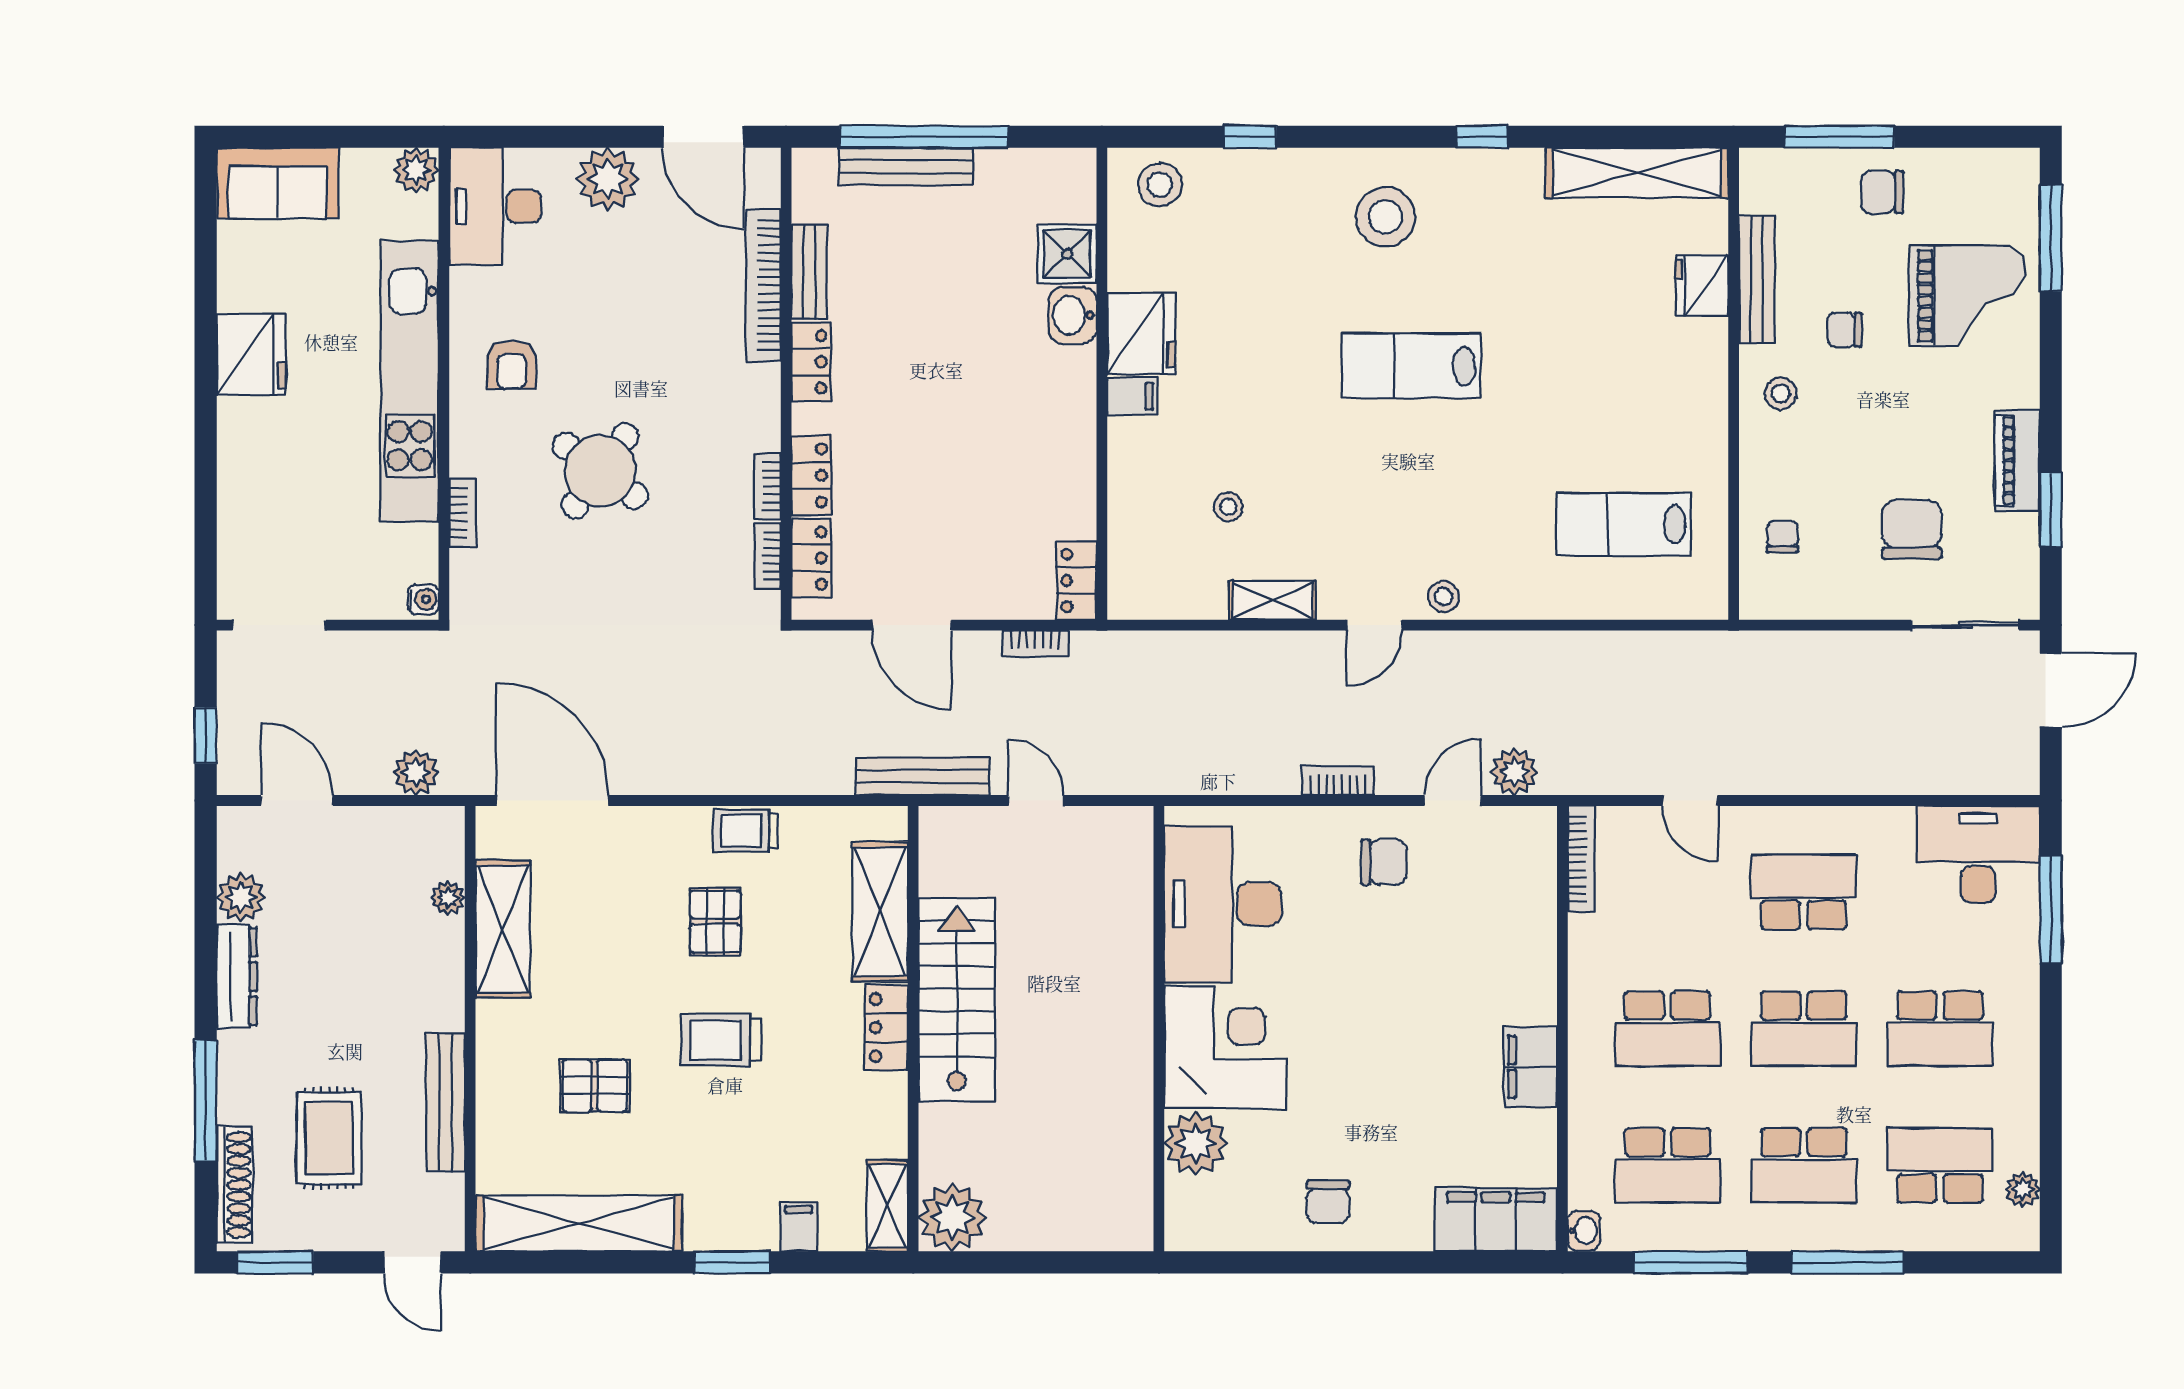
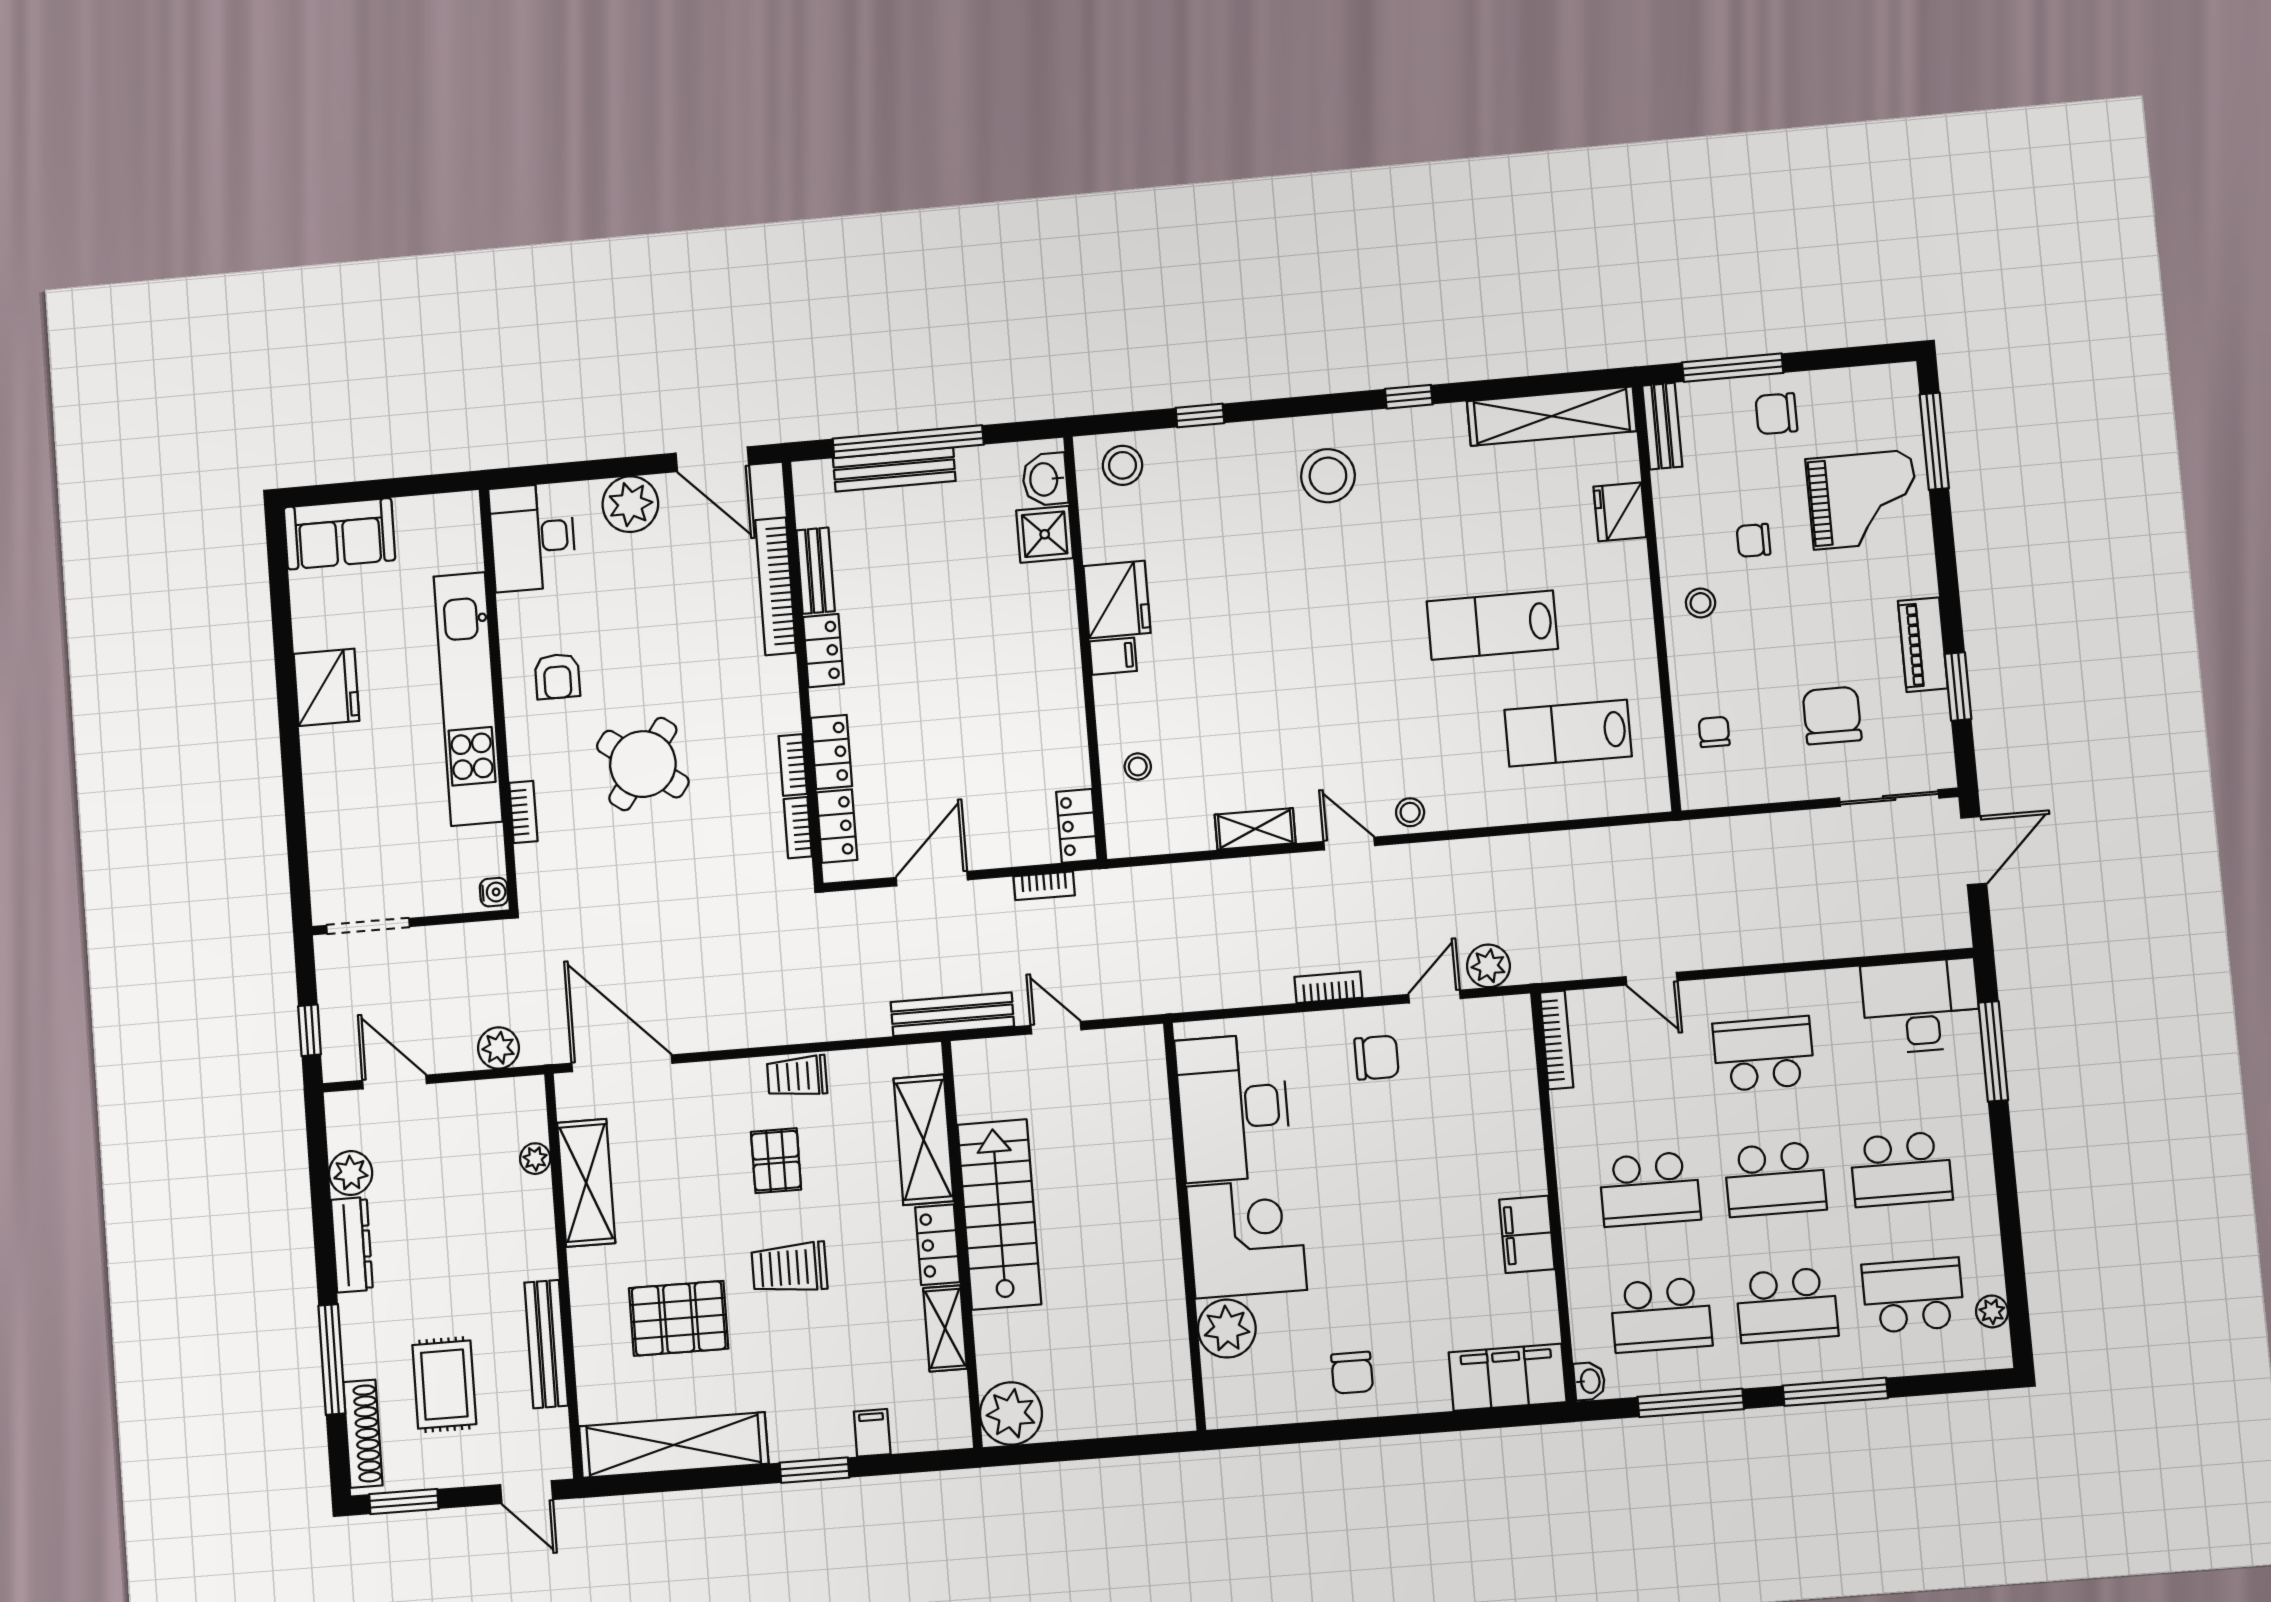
plant: (416, 170) -> (460, 511), removed
bench: (1757, 279) -> (1662, 426), moved, width x0.73
washbasin: (1073, 315) -> (1045, 479), moved
lab bench: (1411, 366) -> (1492, 625), moved
stool: (1228, 507) -> (1138, 767), moved
door: (912, 625) -> (932, 879), swing flipped
door: (1374, 625) -> (1349, 843), swing flipped
pallet: (595, 1086) -> (679, 1318), width x1.50, depth x1.42
shelving: (887, 1206) -> (945, 1328), moved

